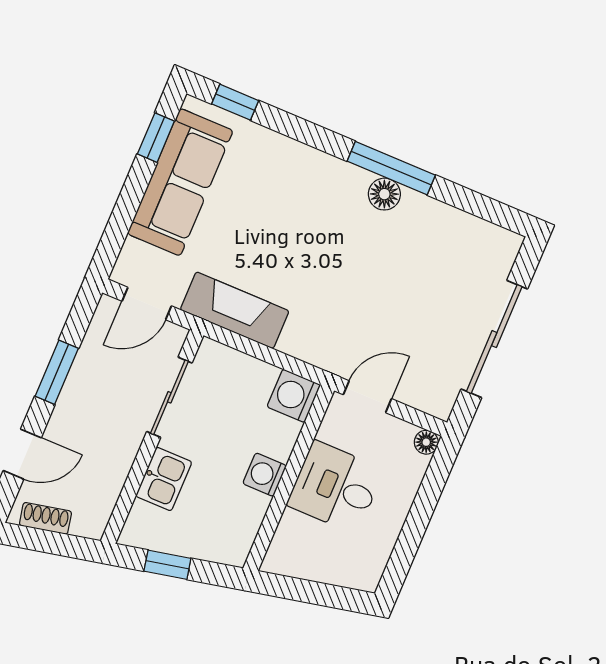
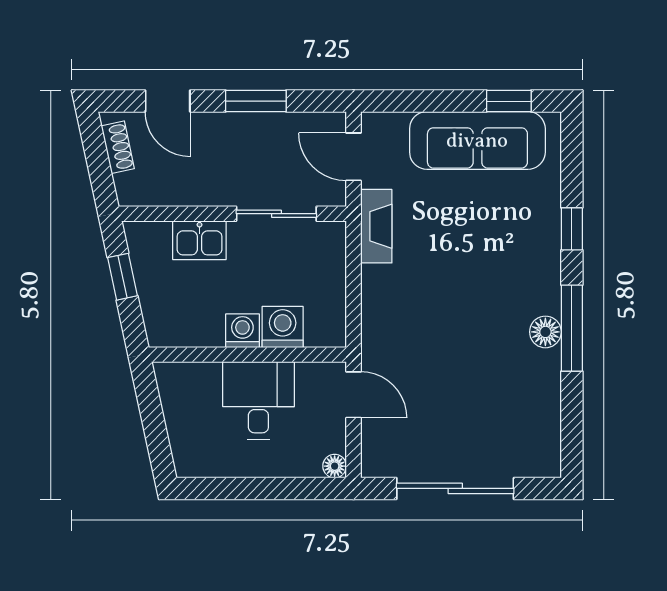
window: (235, 102) -> (572, 229), moved
fireplace: (235, 310) -> (376, 226), width x0.73, depth x0.76
washing machine: (294, 396) -> (283, 327), moved

